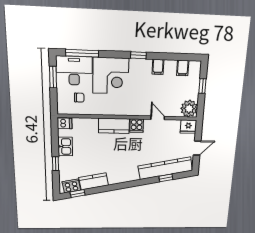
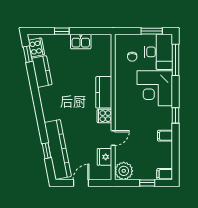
filing cabinet: (183, 68) -> (165, 174), moved
dishwasher: (65, 123) -> (105, 41), removed
fridge: (188, 127) -> (104, 157), moved
door: (197, 148) -> (81, 183), swing flipped

